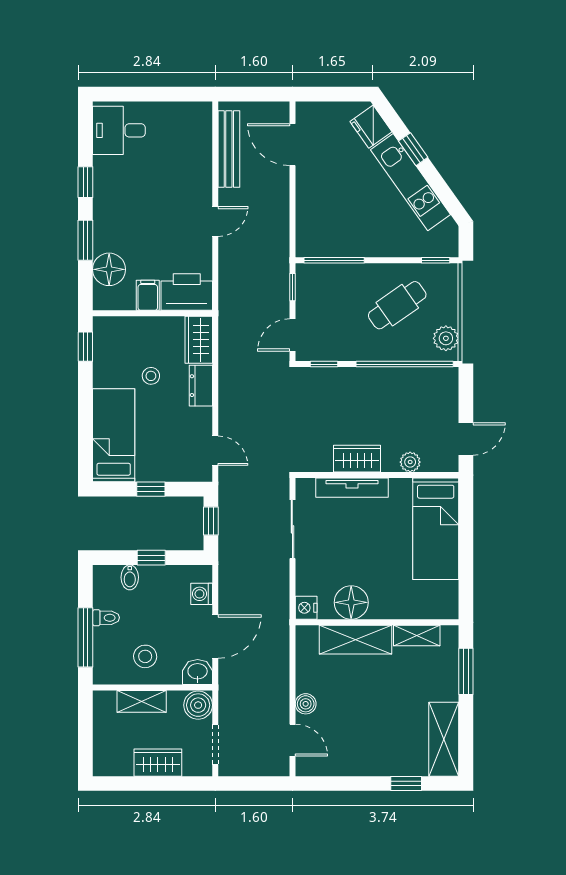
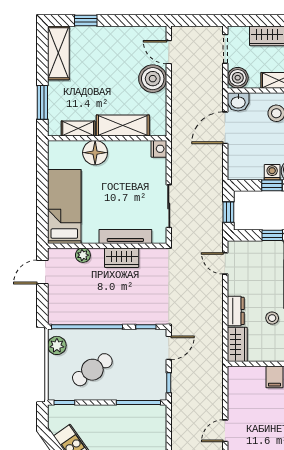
printer: (187, 292) -> (246, 379), removed
washing machine: (202, 594) -> (272, 172), moved, turned -90
floor lamp: (351, 602) -> (95, 153), moved
boiler: (306, 704) -> (153, 79), width x1.86, depth x1.86

